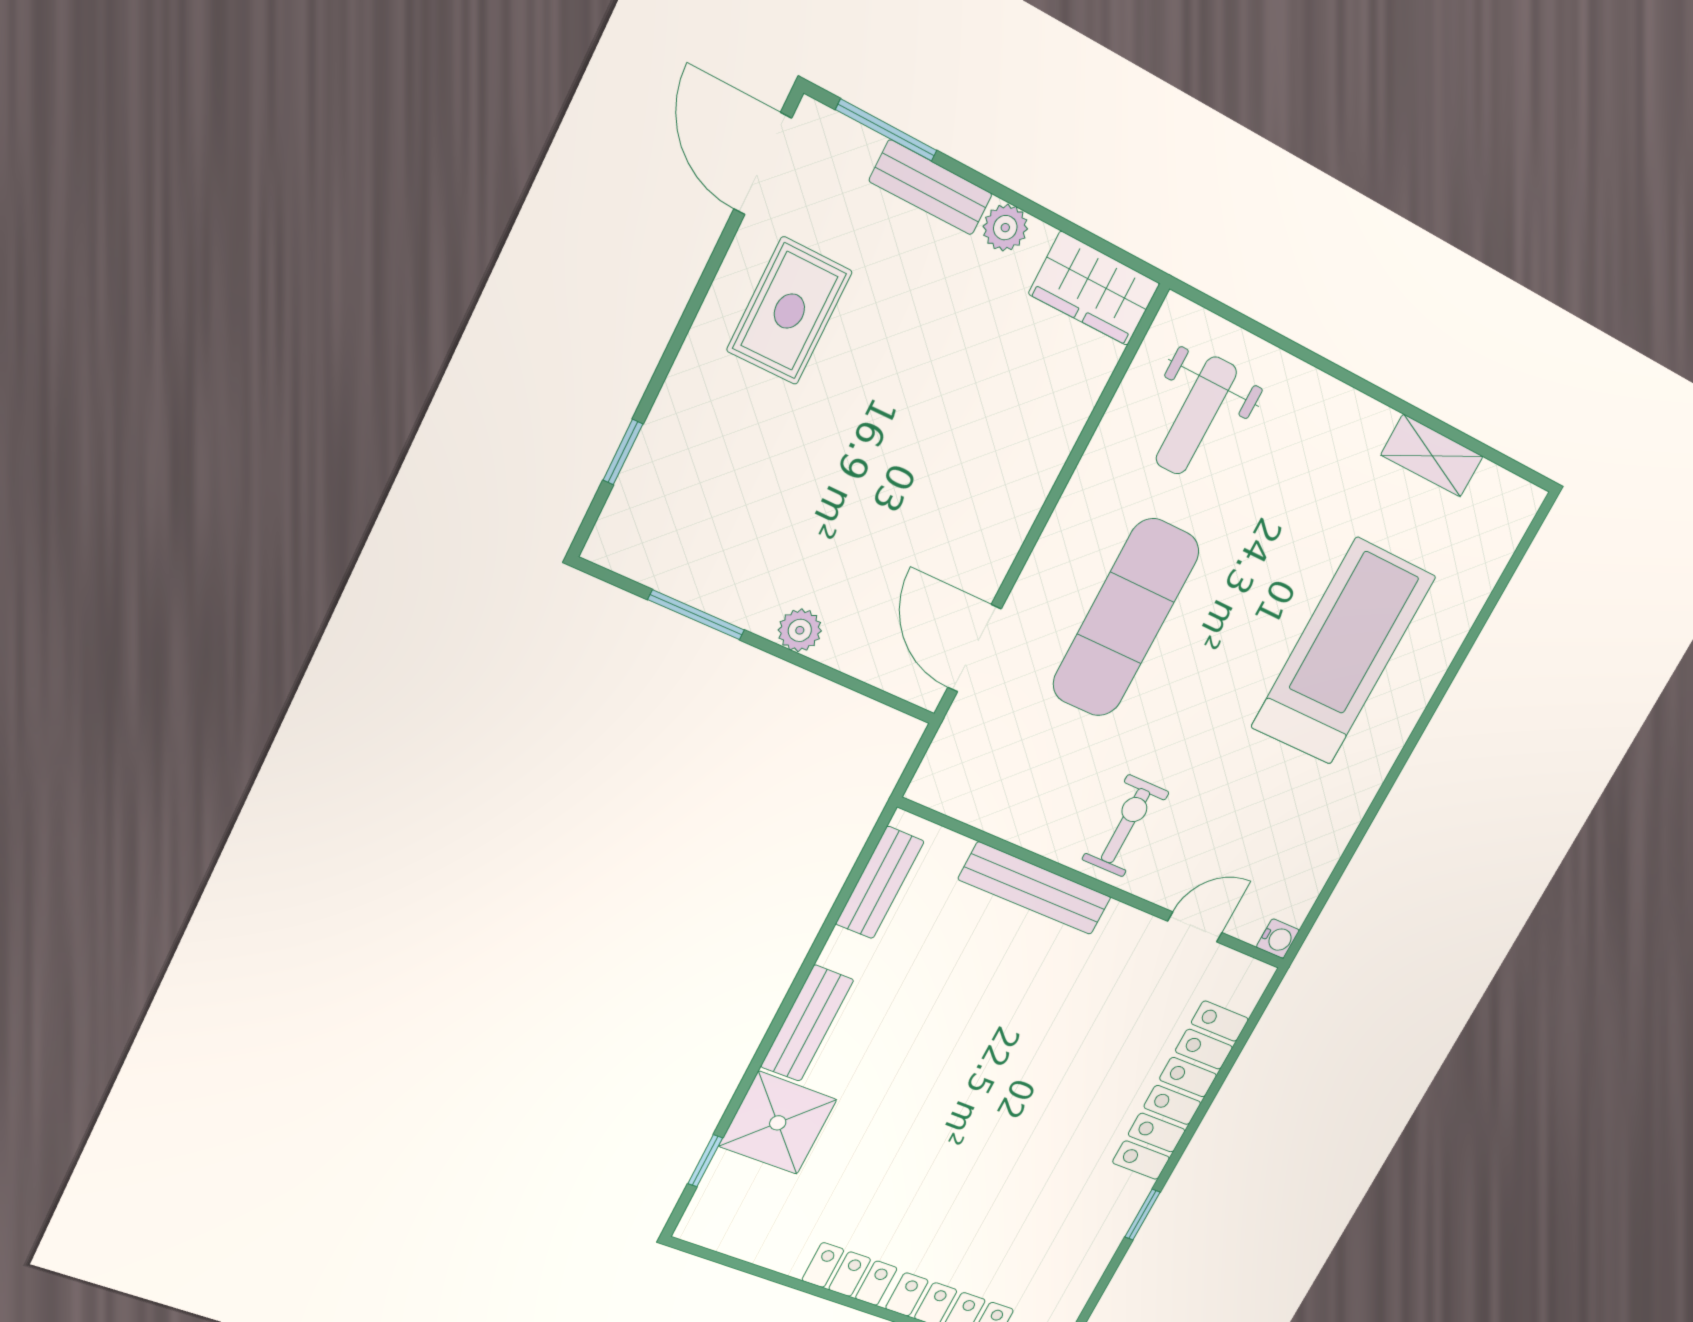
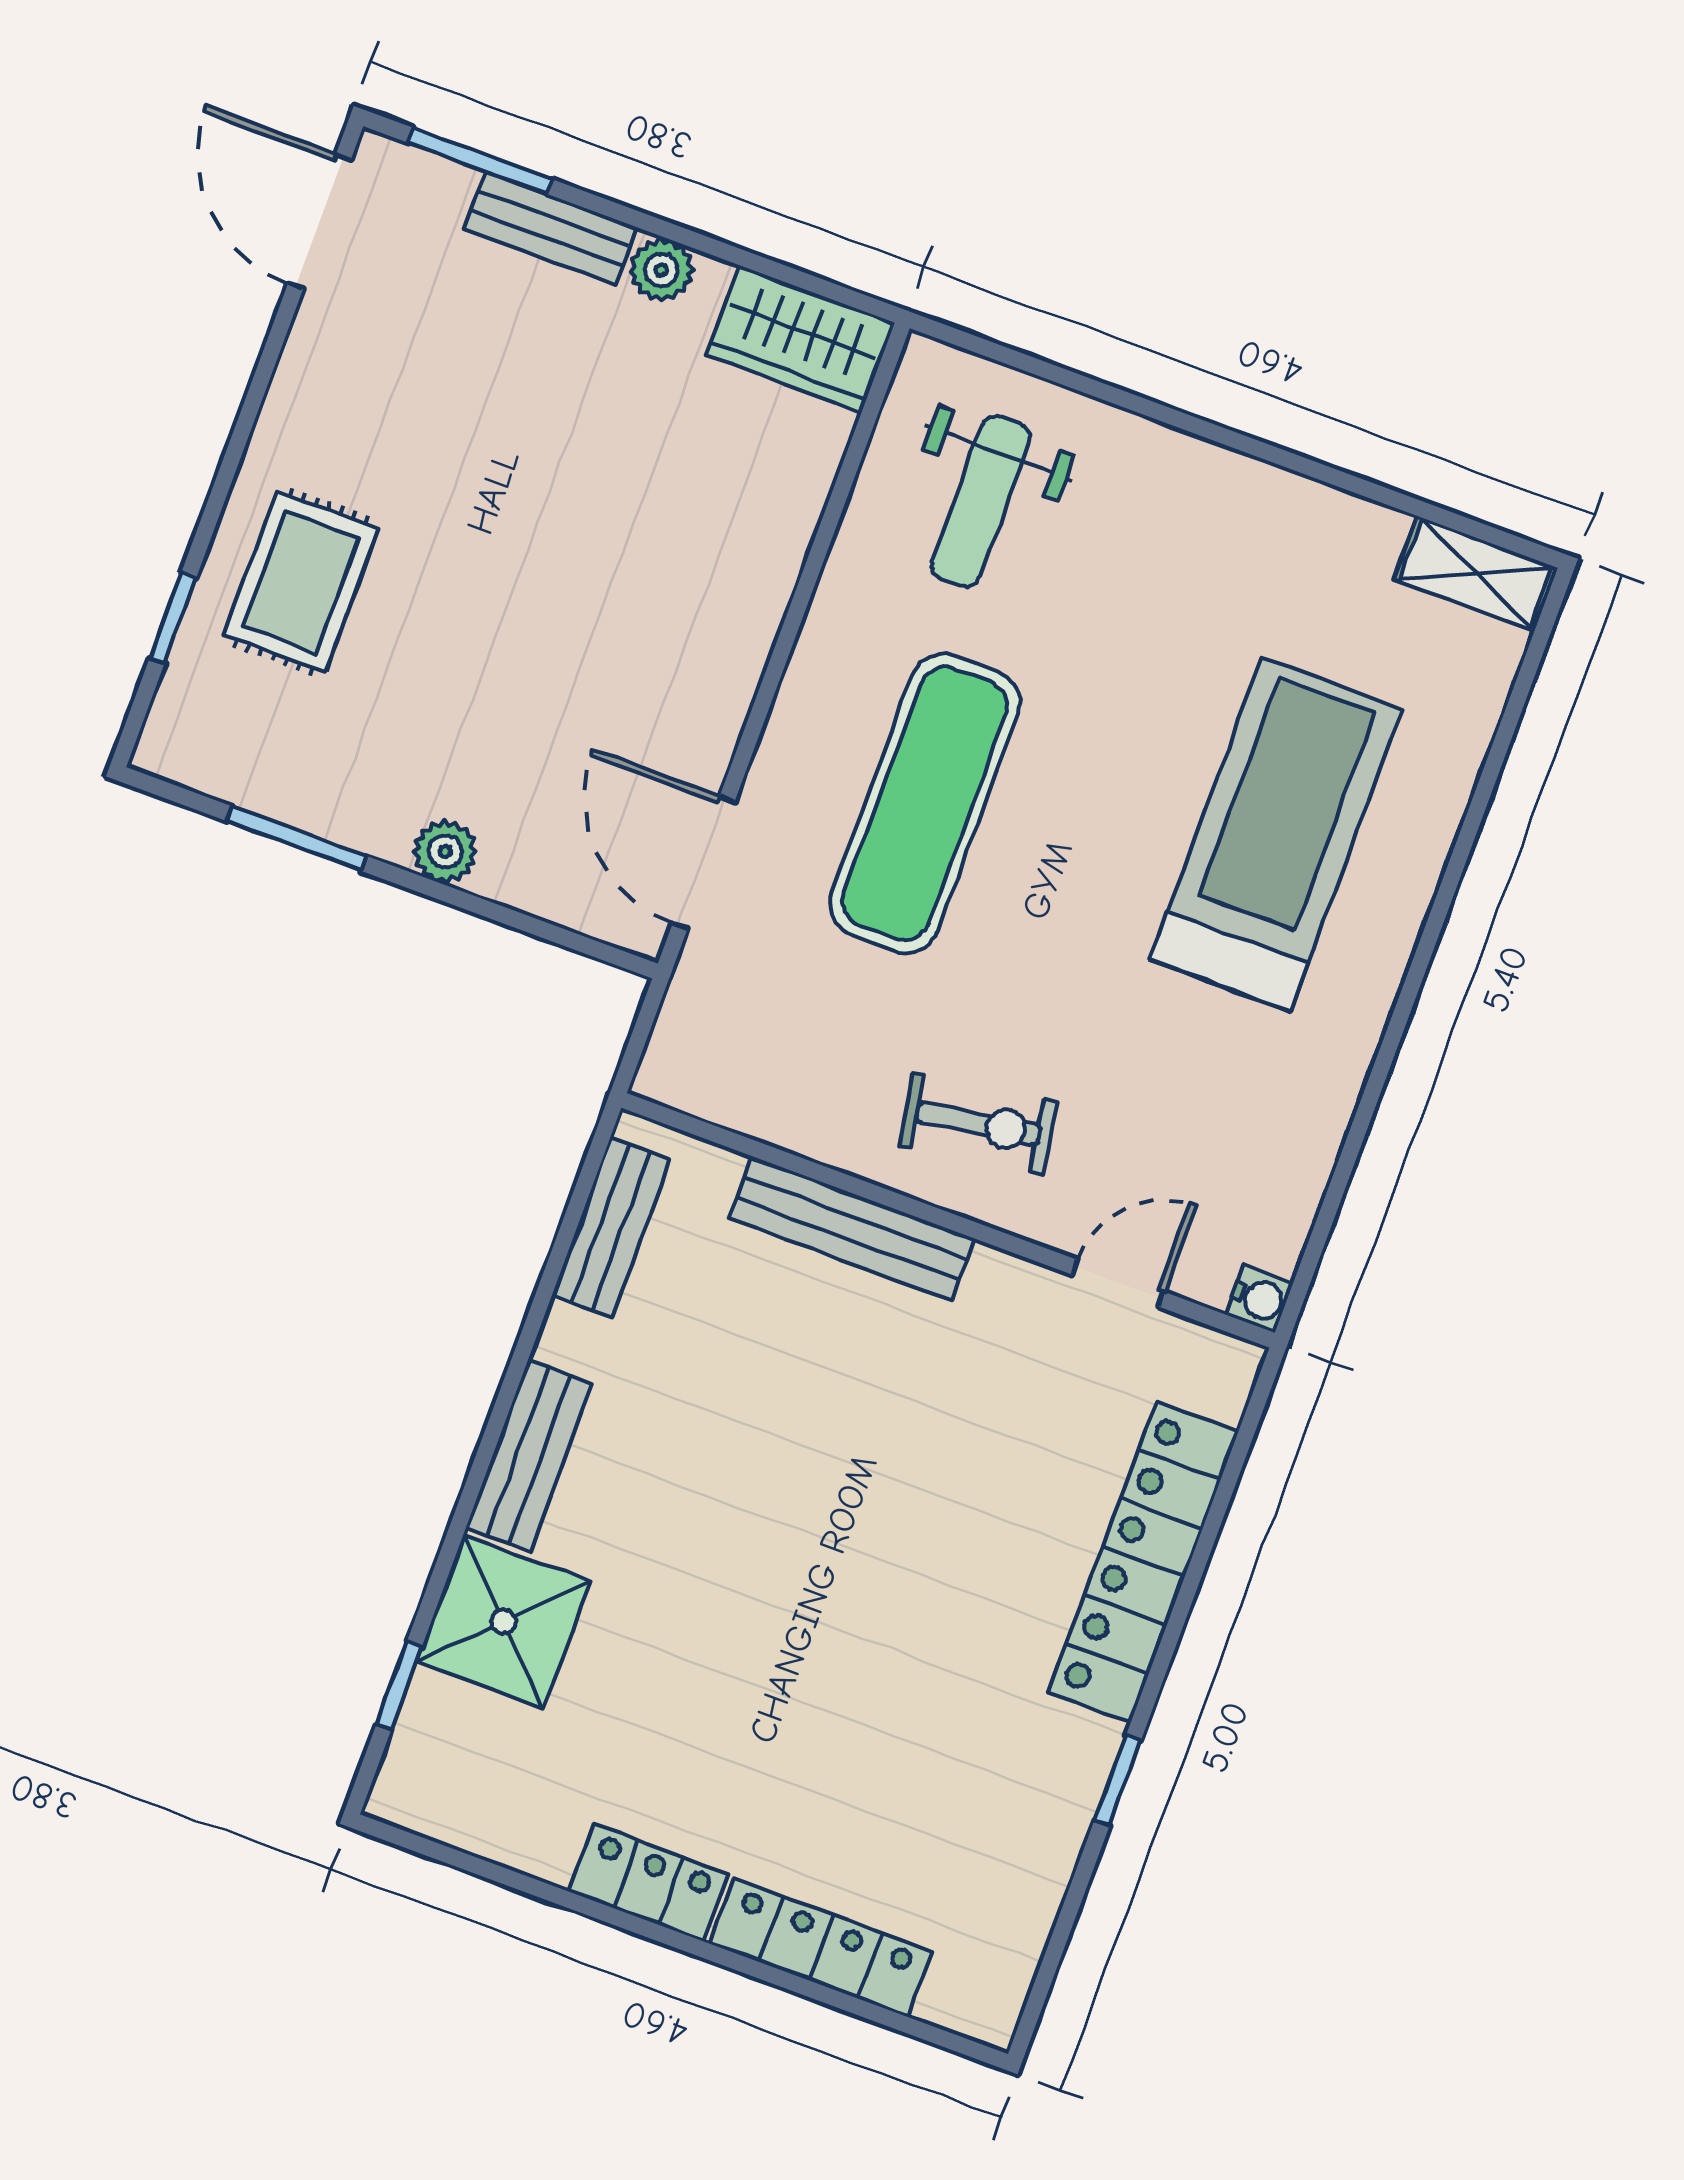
rug: (789, 311) -> (301, 582), moved
shelving: (1432, 456) -> (1476, 574), moved
exercise bike: (1125, 826) -> (978, 1123), turned 81

